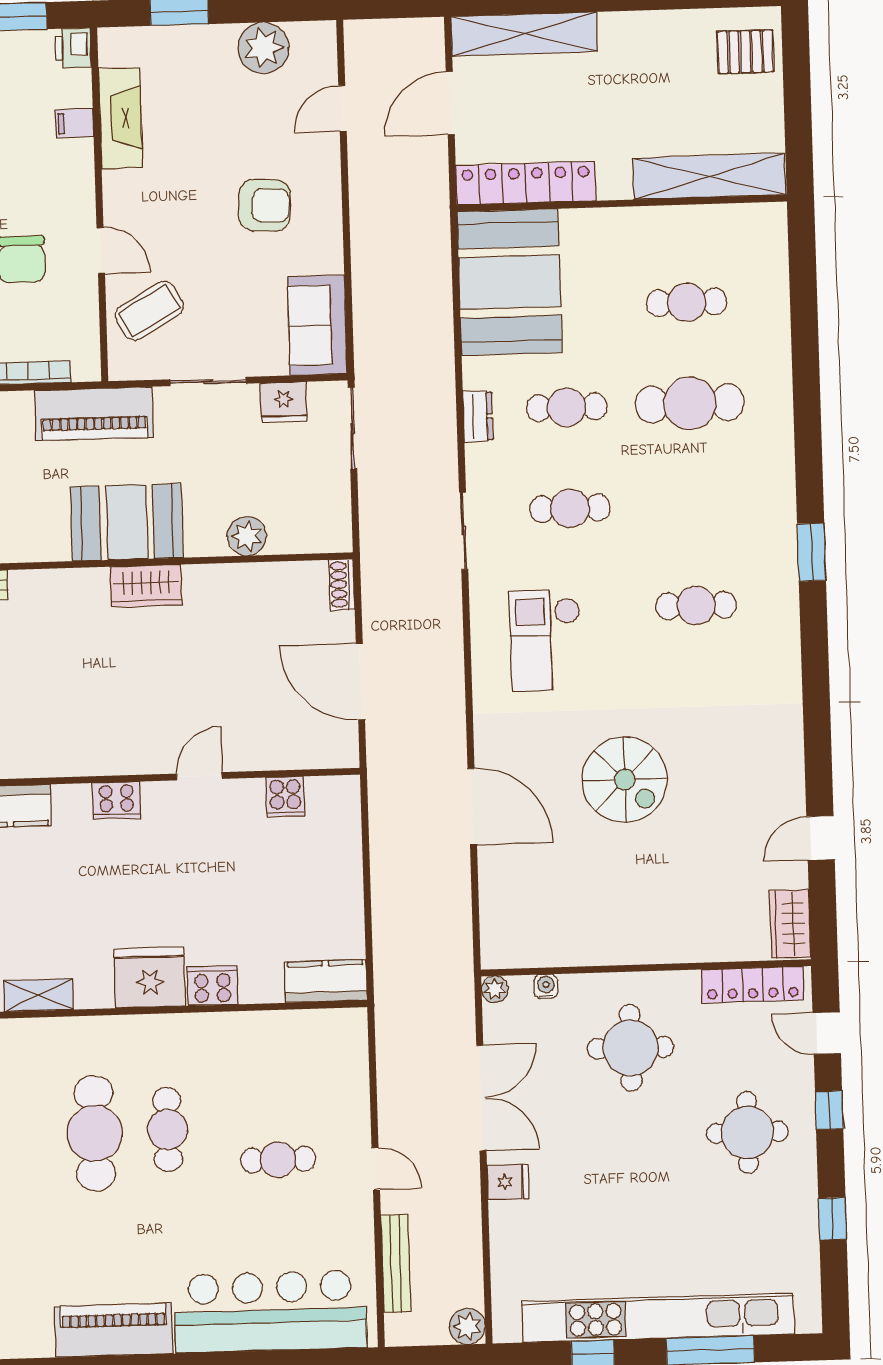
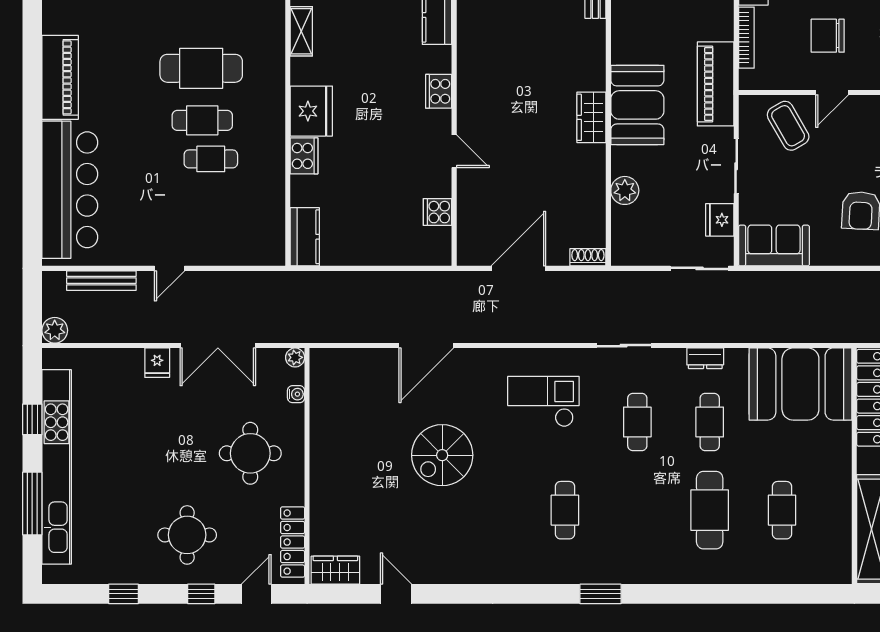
cafe table: (278, 1160) -> (211, 159), moved, turned 90

